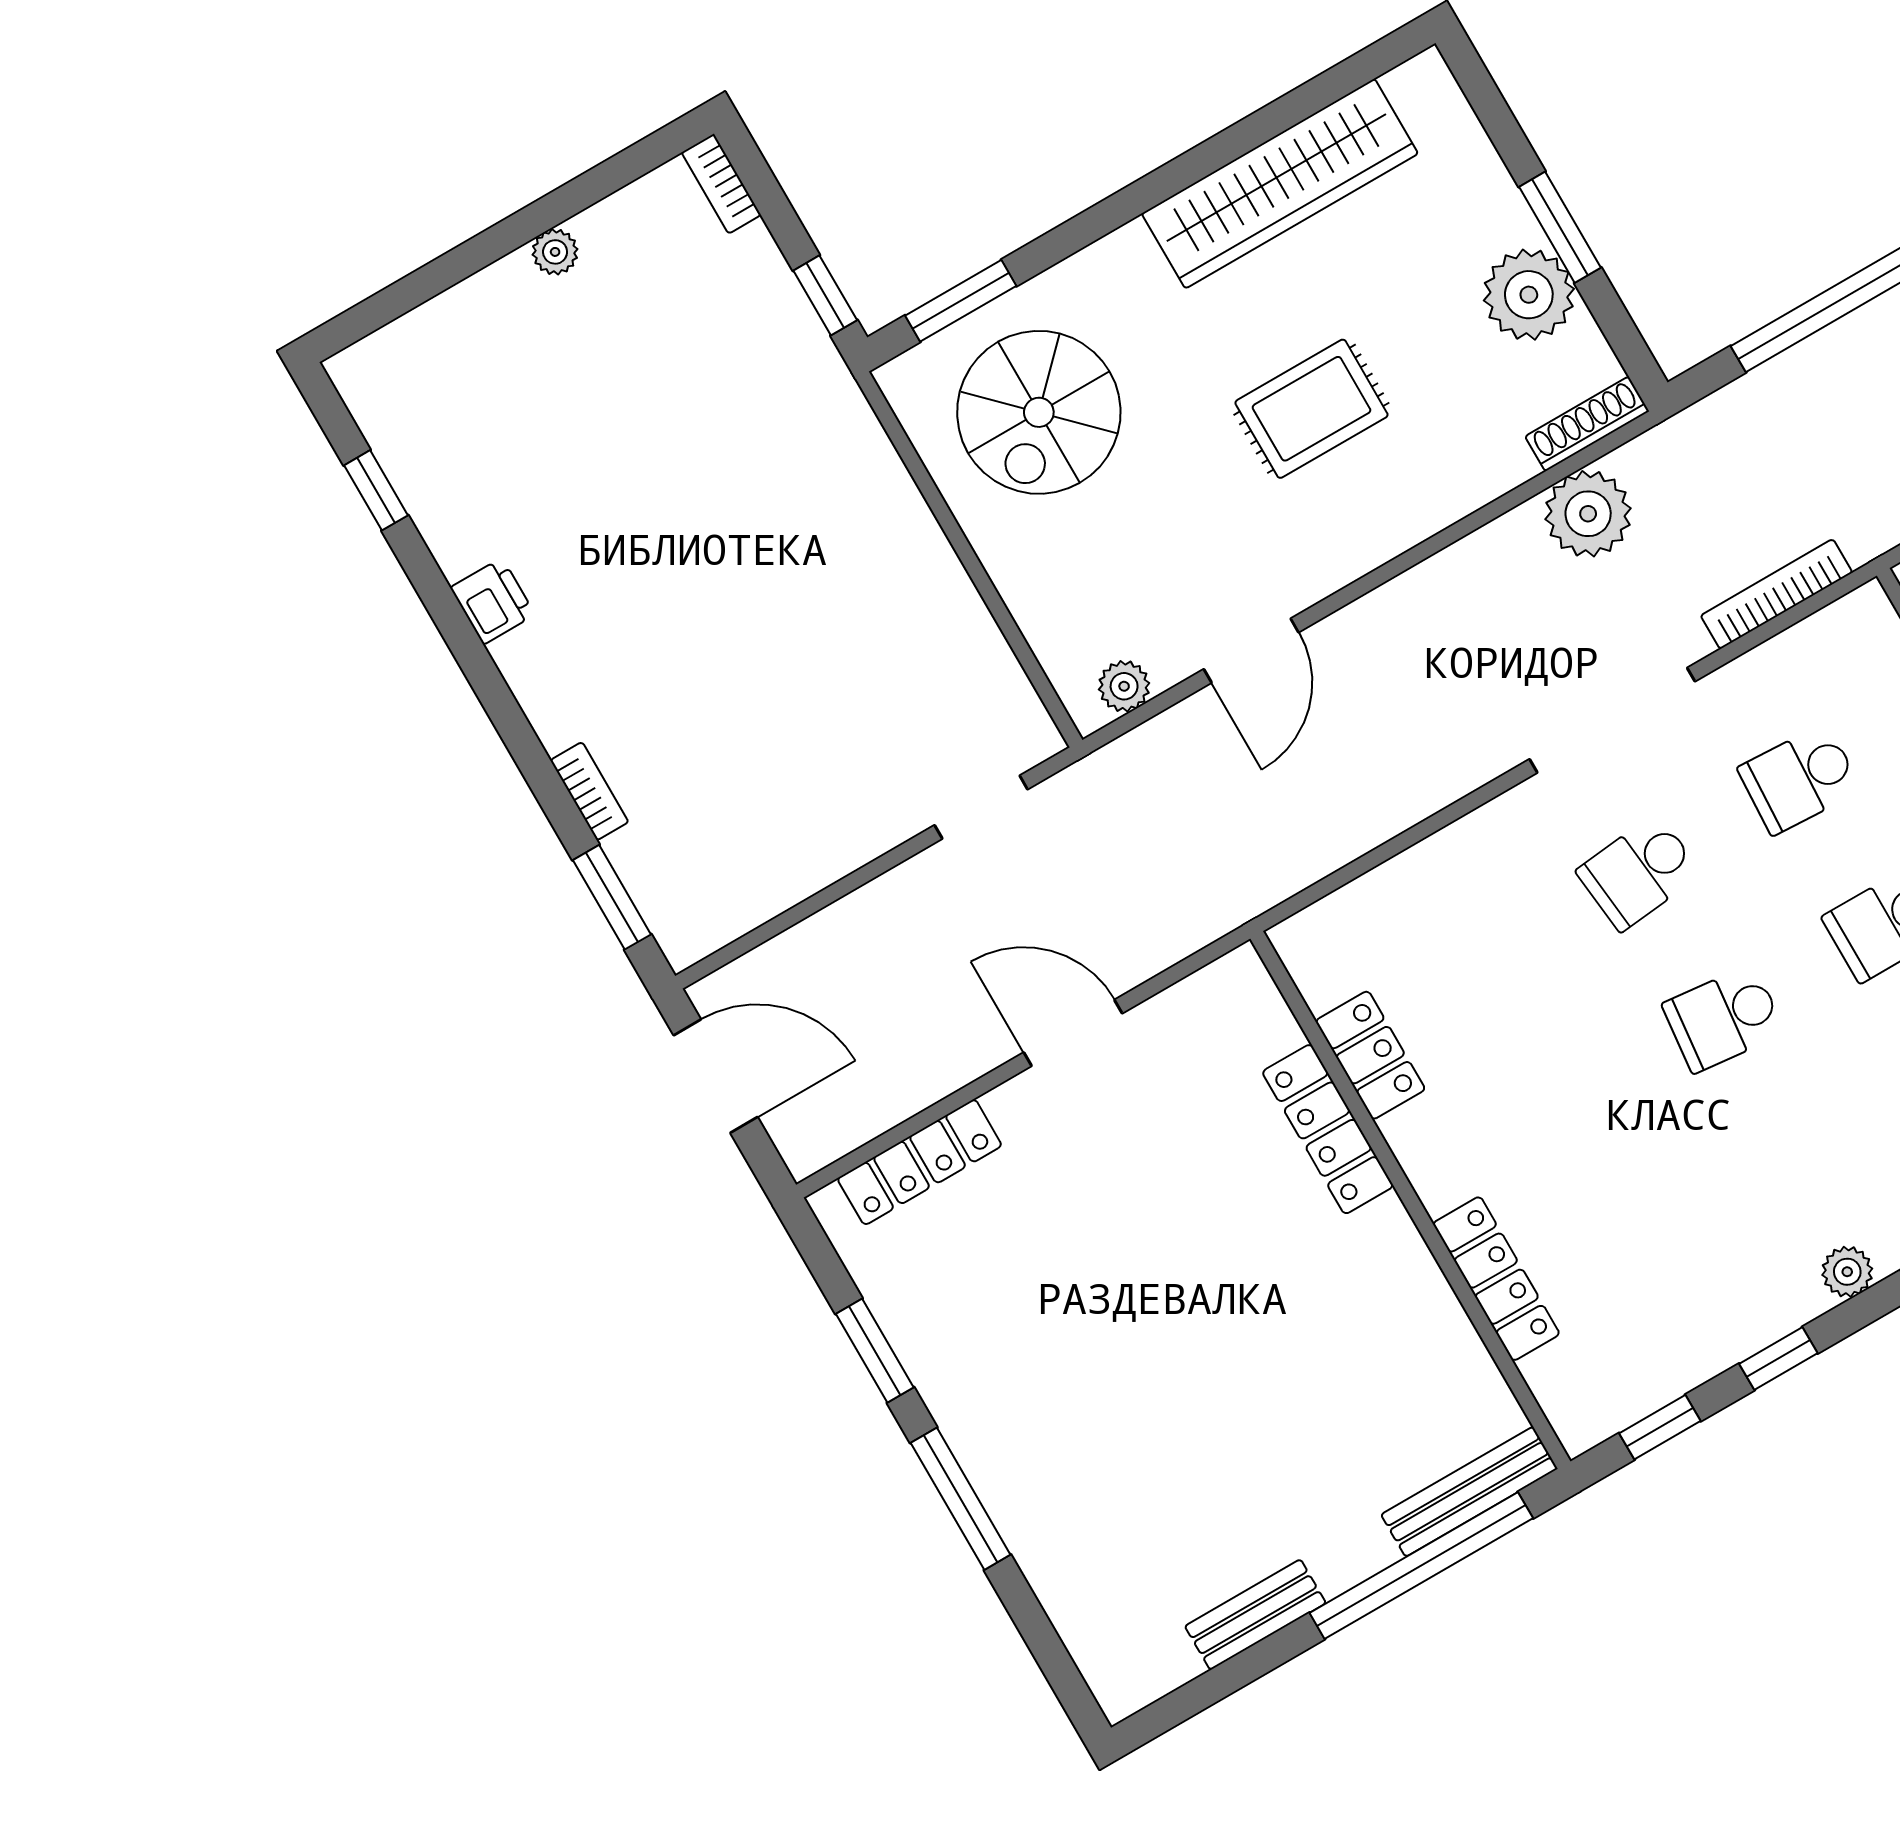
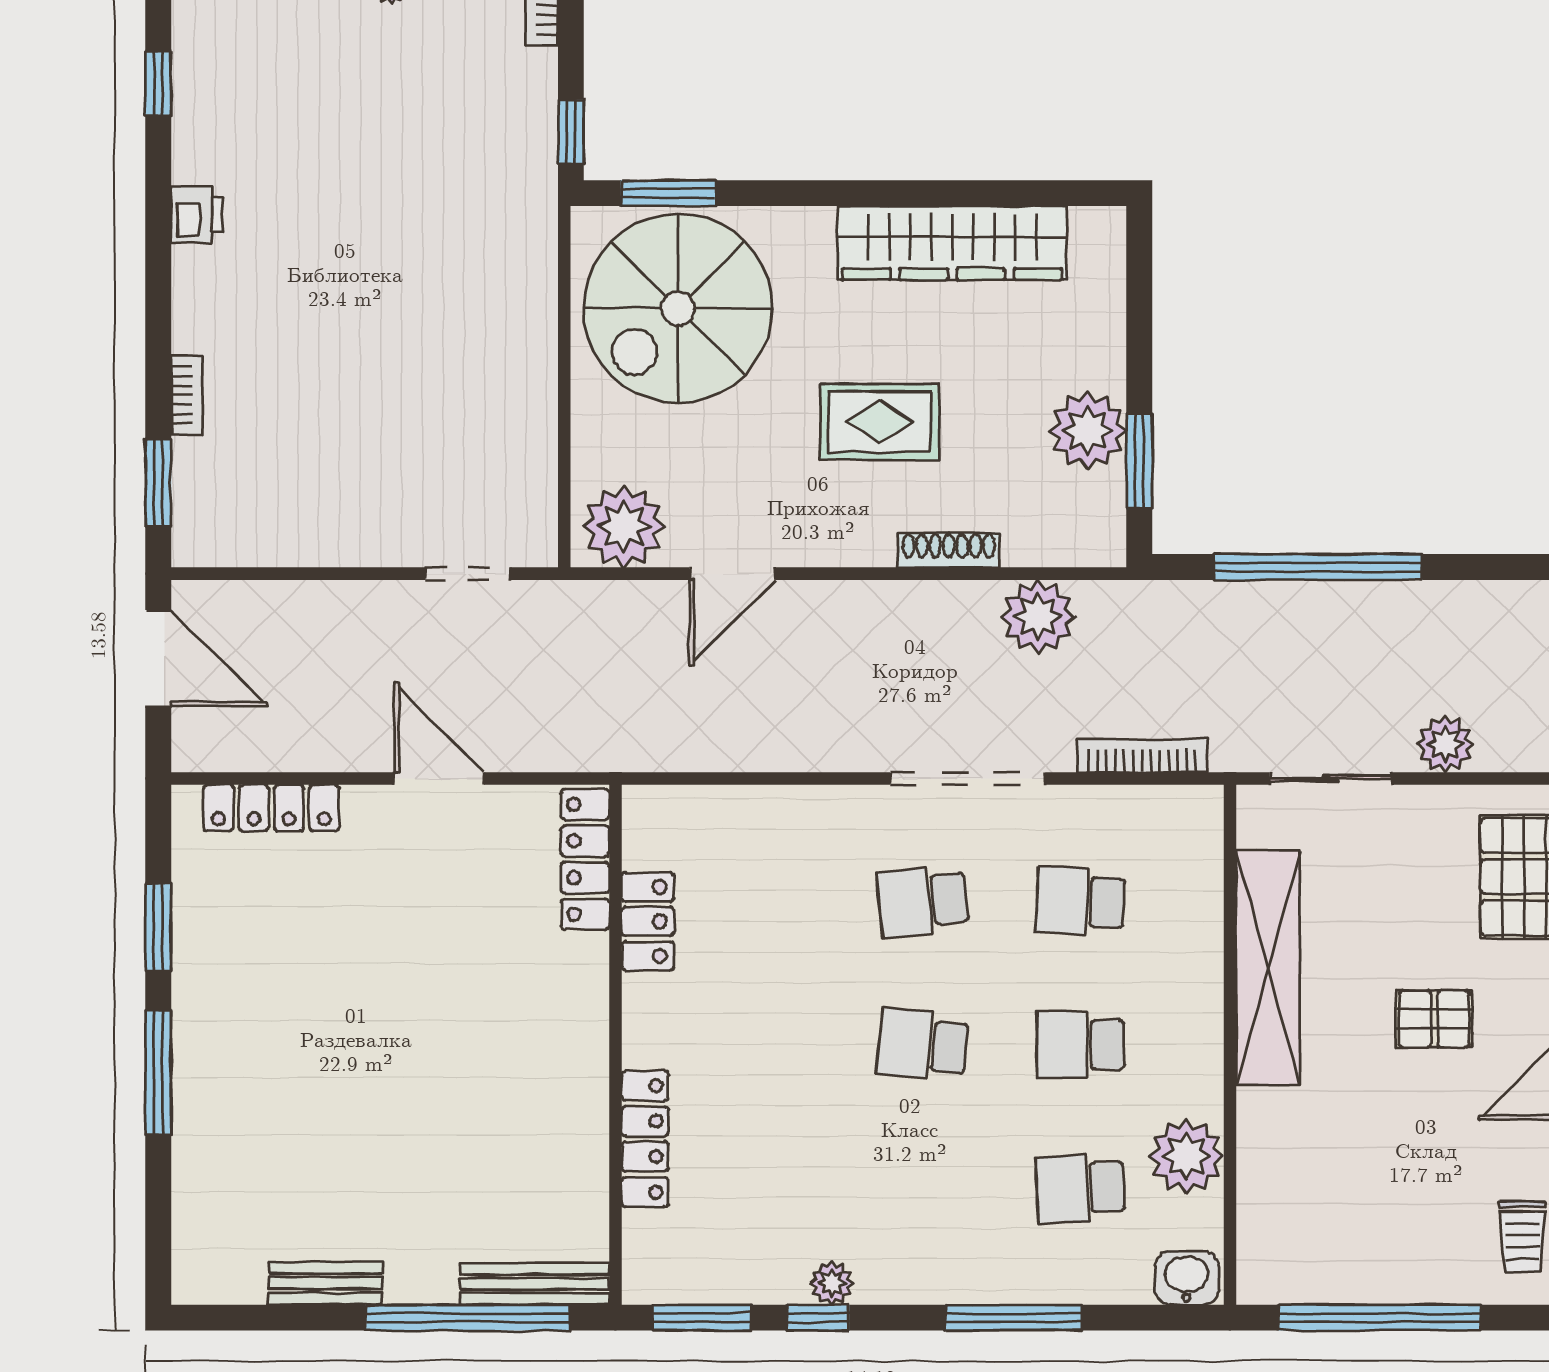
window: (1560, 227) -> (1139, 461), moved
spiral stairs: (1039, 412) -> (678, 308), width x1.37, depth x1.37
shoe rack: (1587, 424) -> (949, 550), moved
plant: (1124, 686) -> (624, 527), width x1.88, depth x1.88
locker: (1328, 1129) -> (585, 859), moved
plant: (1847, 1272) -> (832, 1283), moved
window: (1660, 1427) -> (702, 1318), width x1.50

